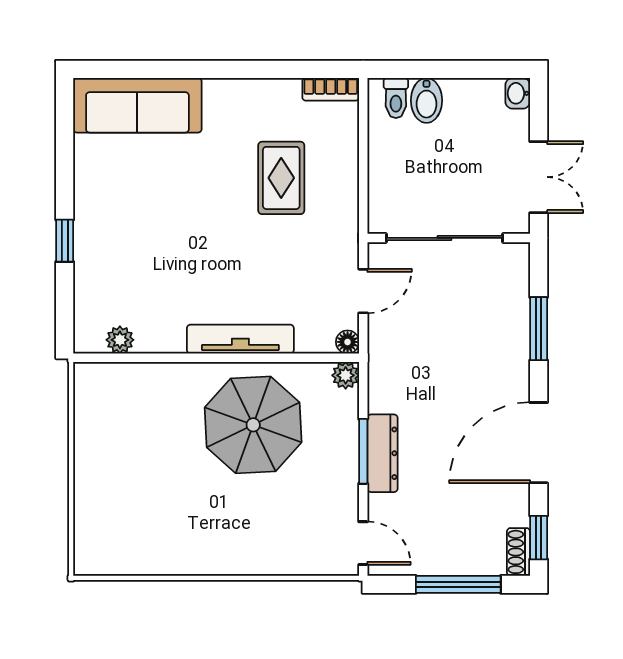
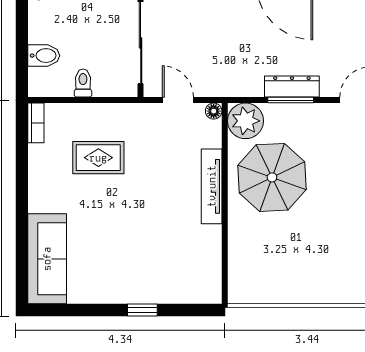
toilet: (396, 98) -> (83, 83), moved, turned -90
plant: (120, 340) -> (212, 271), removed
plant: (346, 375) -> (246, 121), width x1.87, depth x1.87

